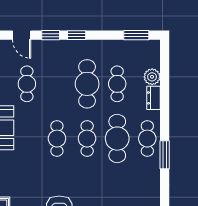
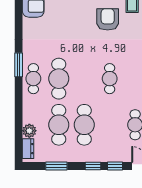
window: (136, 35) -> (56, 166), moved
cafe table: (117, 84) -> (59, 125), width x1.37, depth x1.35
dresser: (154, 98) -> (28, 149), moved
cafe table: (87, 139) -> (84, 79), removed

